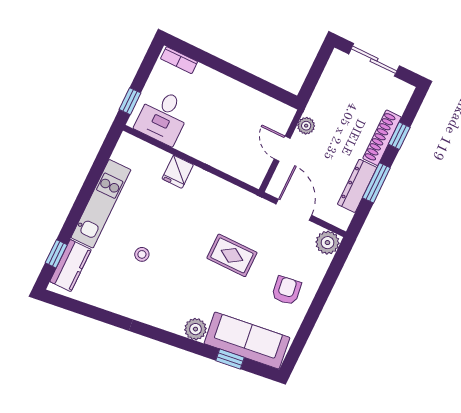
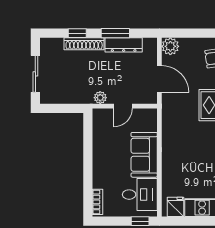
sofa: (209, 146) -> (144, 155), added
fridge: (178, 172) -> (176, 207), moved, turned -90
door: (294, 210) -> (159, 79), swing flipped

